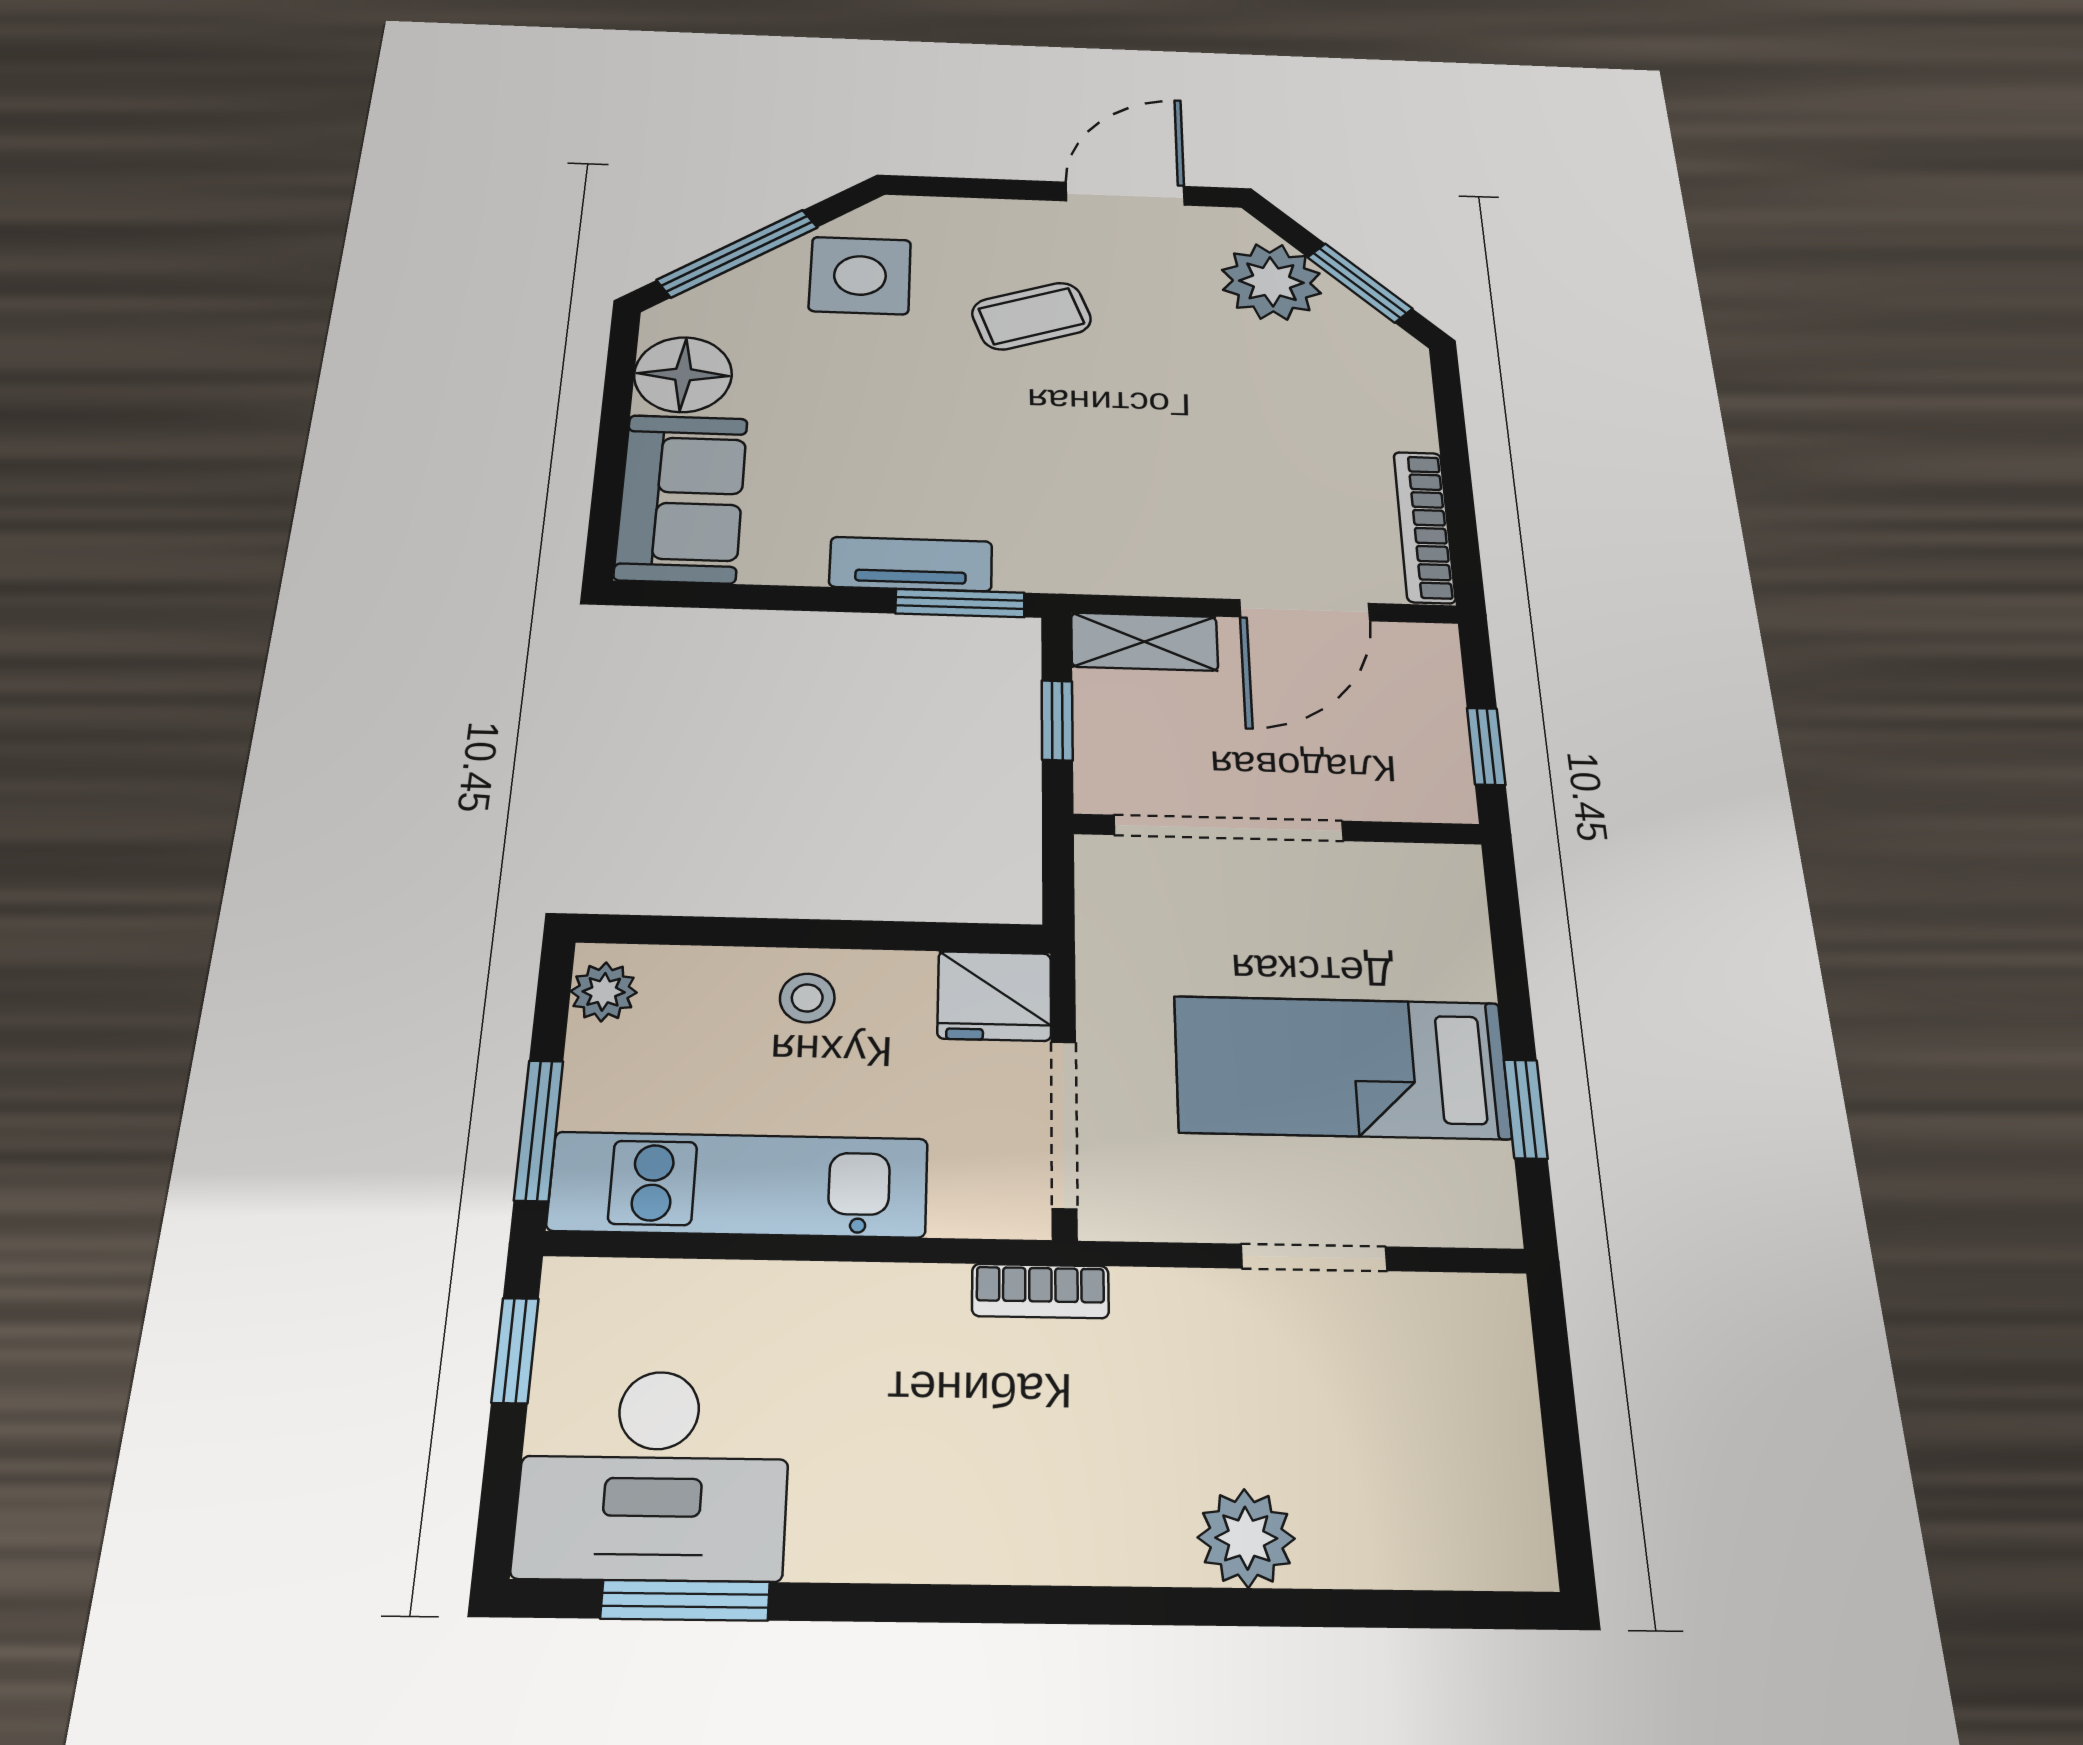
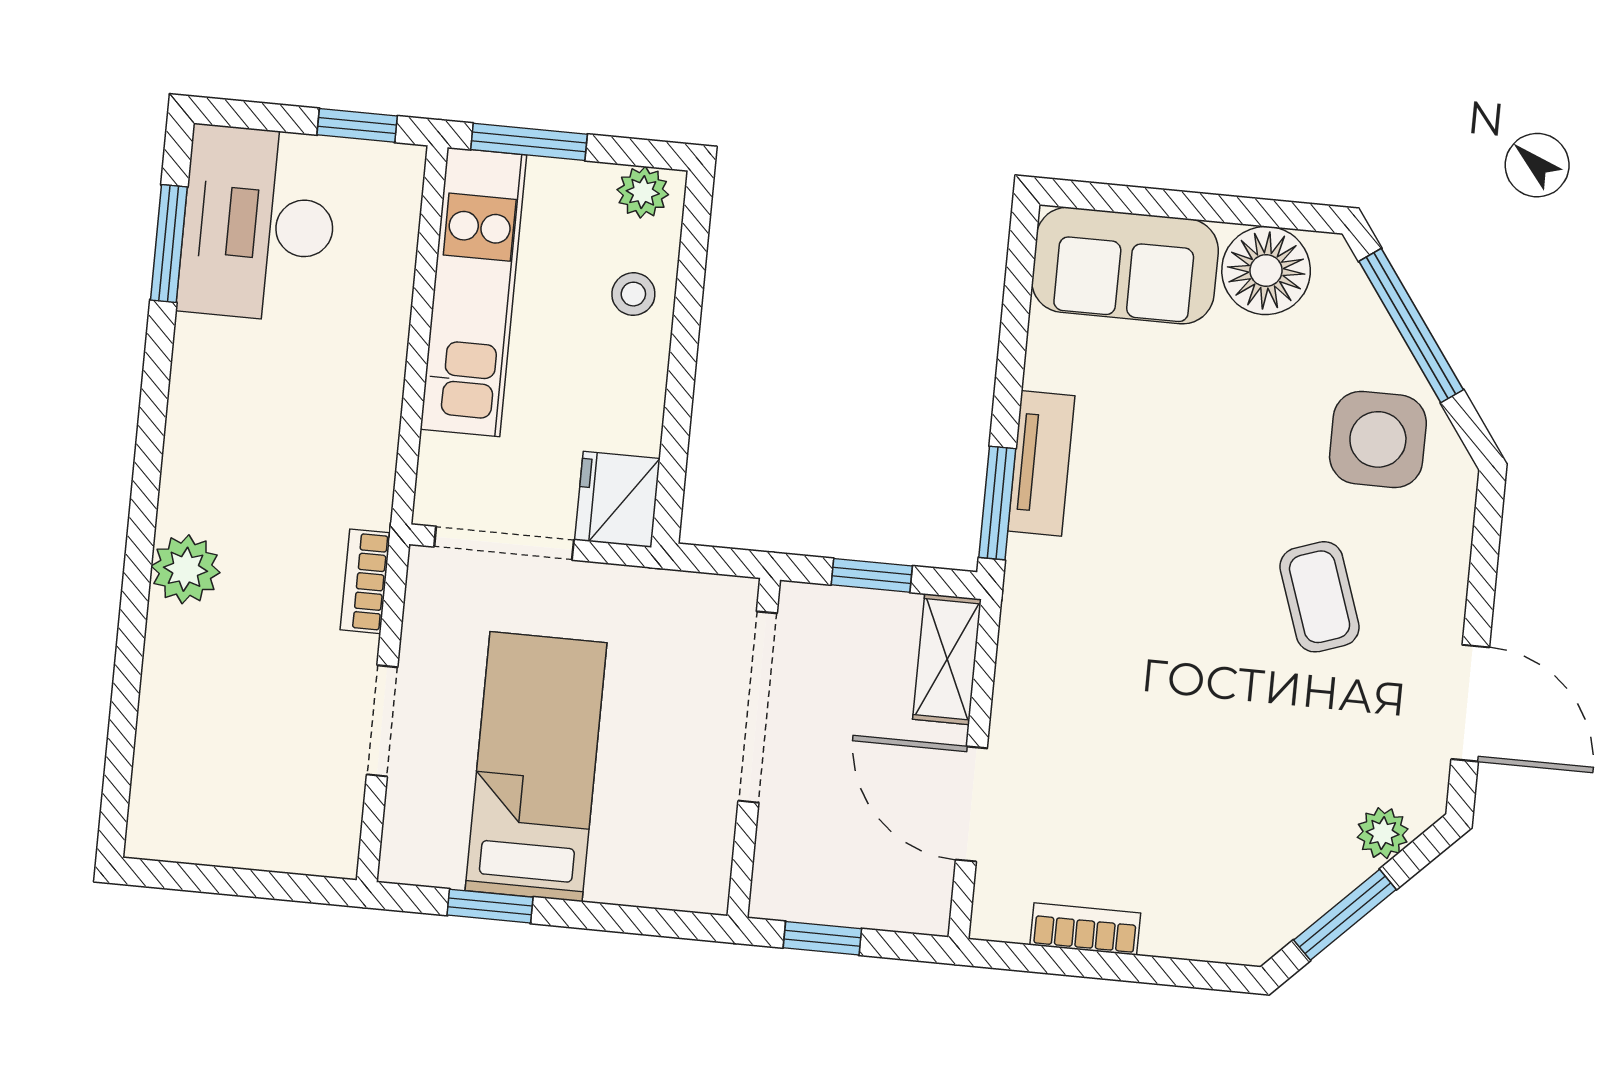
plant: (1271, 282) -> (1383, 833), width x0.53, depth x0.53
bookcase: (1424, 527) -> (1085, 929), width x0.64
stool: (807, 998) -> (633, 294), moved
bookcase: (1040, 1291) -> (365, 581), moved
plant: (1246, 1538) -> (186, 569), moved

